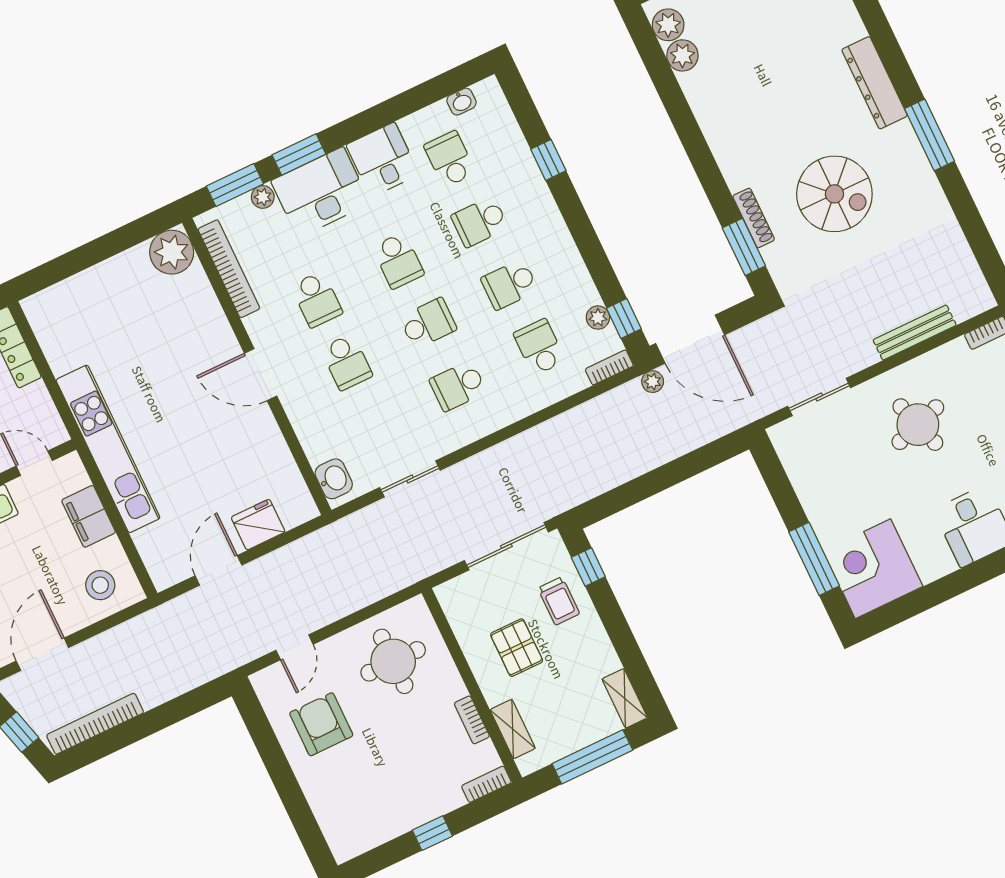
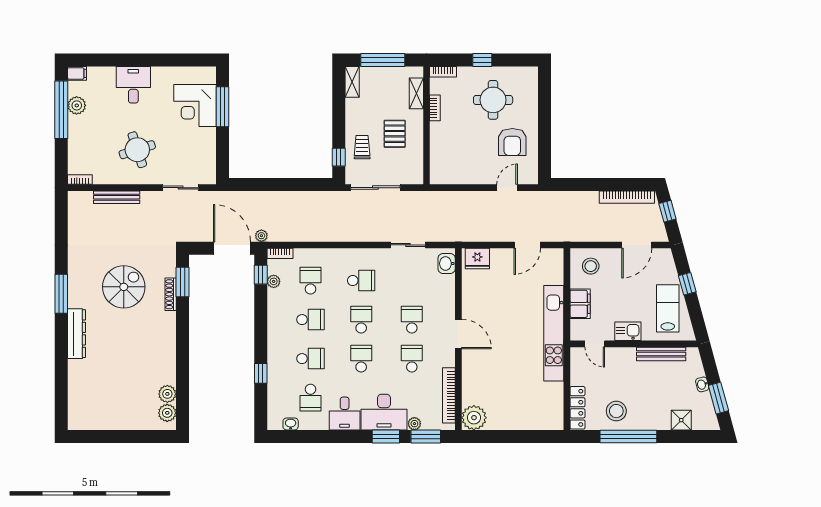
spiral stairs: (834, 194) -> (124, 287), turned 90
school desk: (428, 323) -> (361, 320), turned 90
school desk: (539, 347) -> (310, 281), turned 180
fridge: (258, 525) -> (477, 259), moved
corner desk: (873, 569) -> (195, 106), moved, turned 90
round table: (393, 661) -> (493, 100), moved

